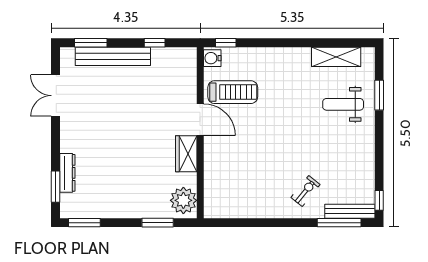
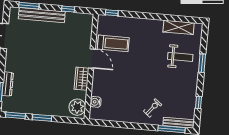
water cooler: (212, 58) -> (96, 102), moved
window: (379, 95) -> (202, 63), moved
weight bench: (343, 104) -> (180, 57), turned 180
window: (379, 200) -> (199, 102), moved
window: (158, 223) -> (42, 118), moved

